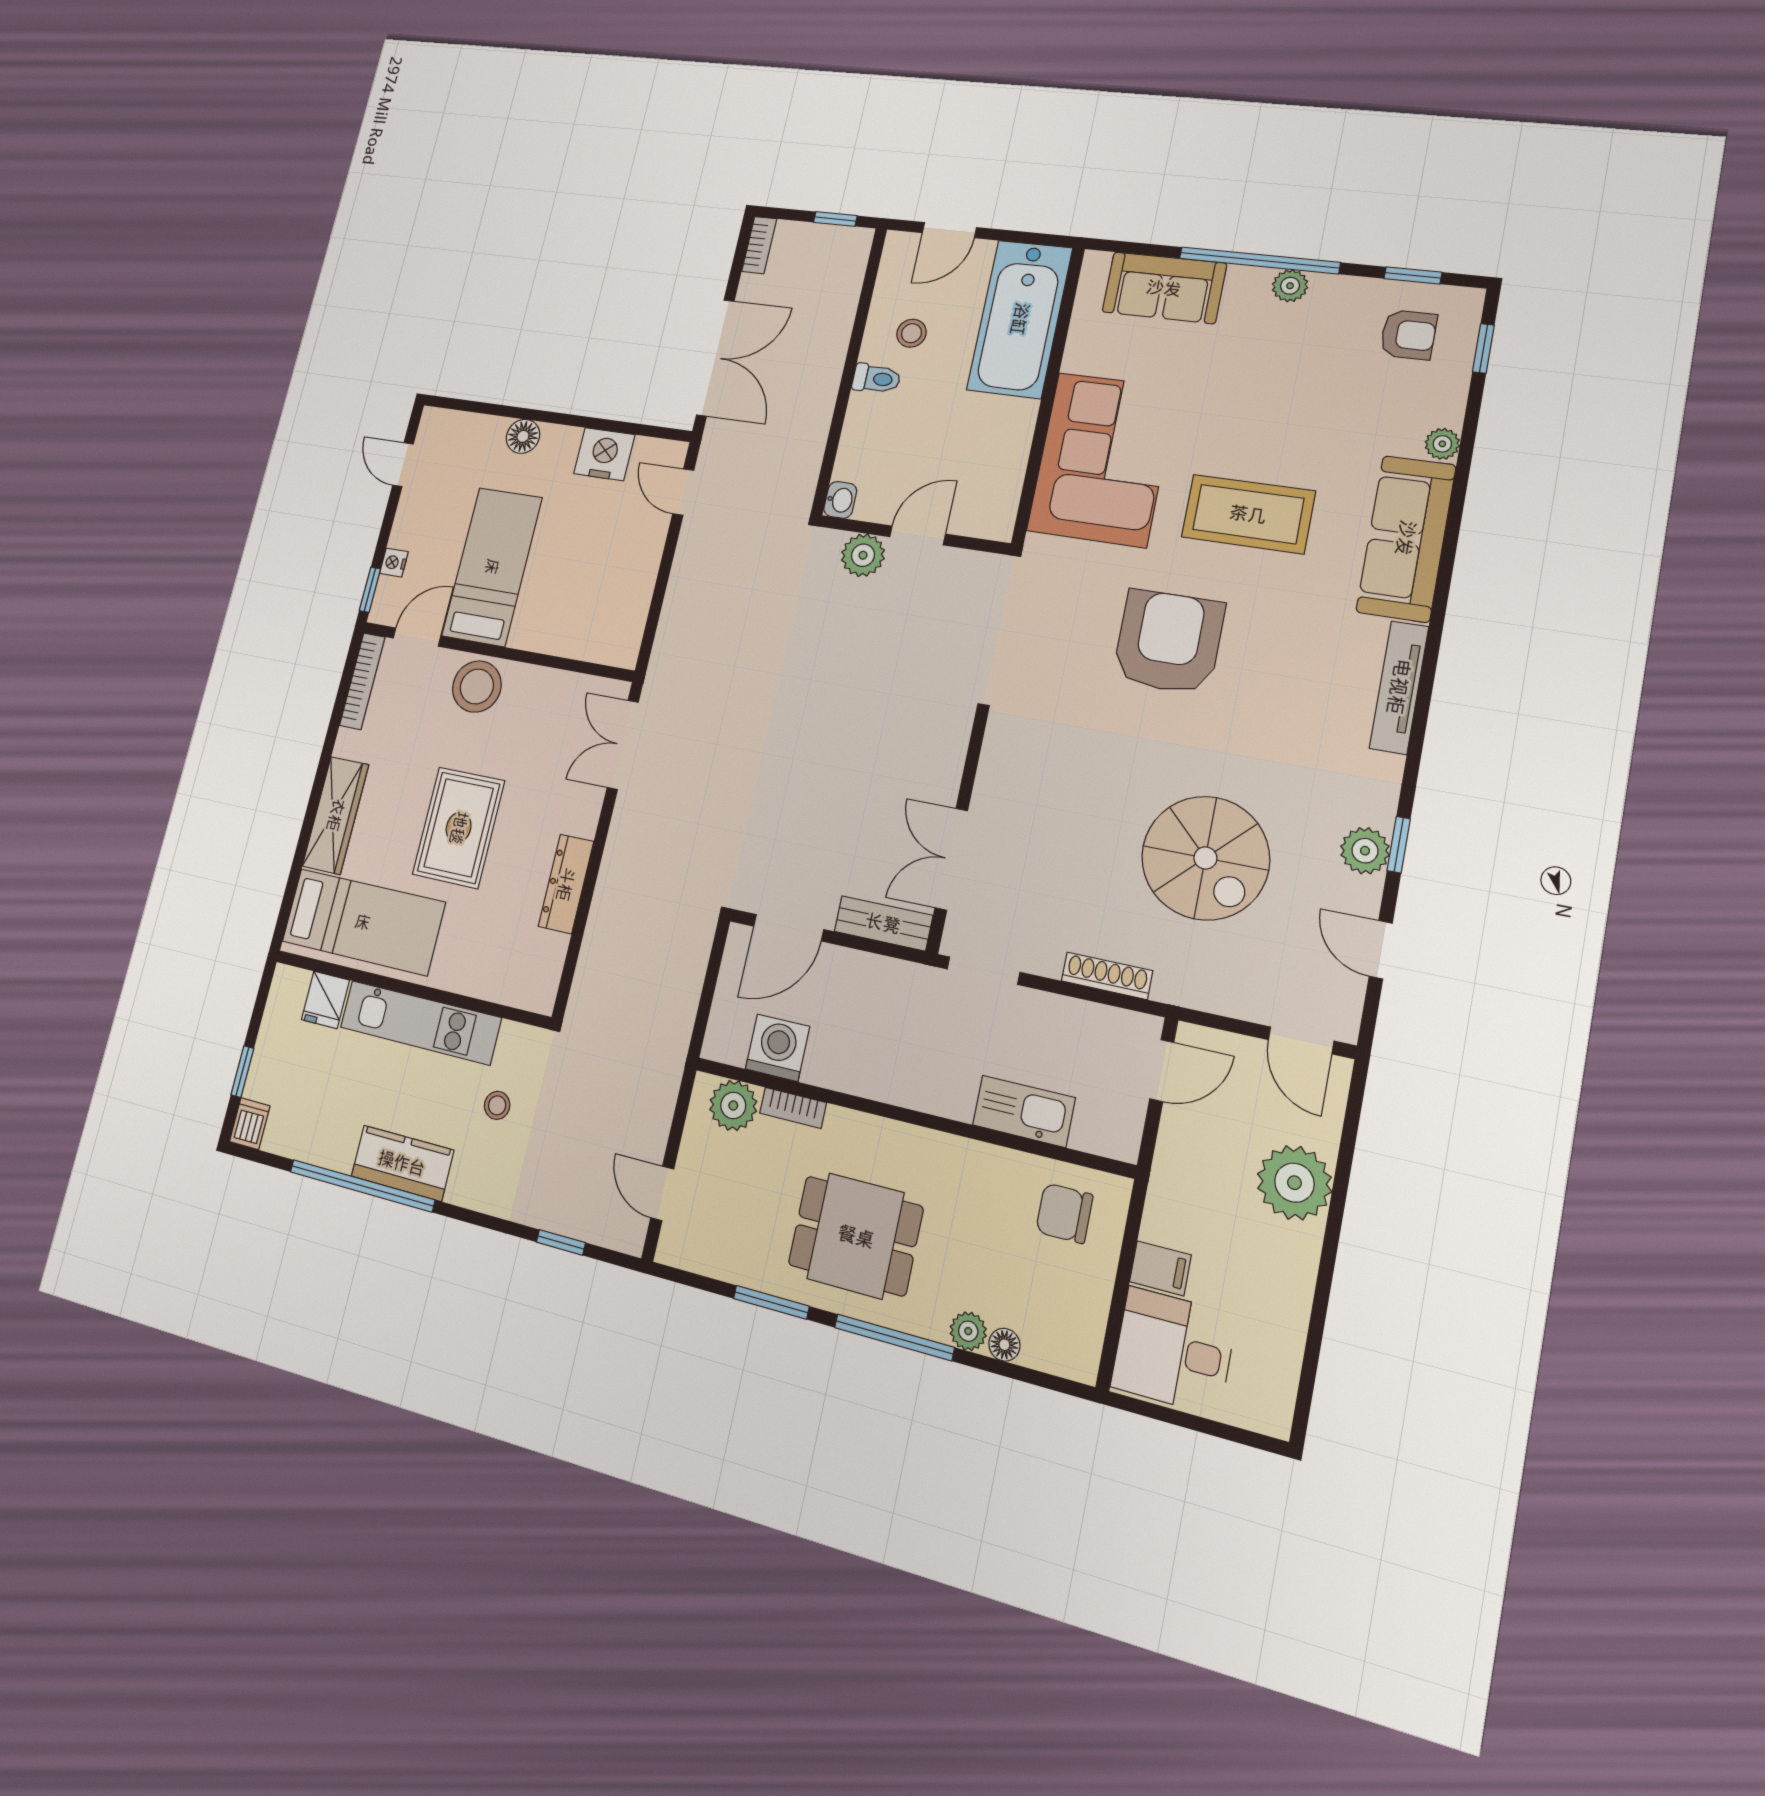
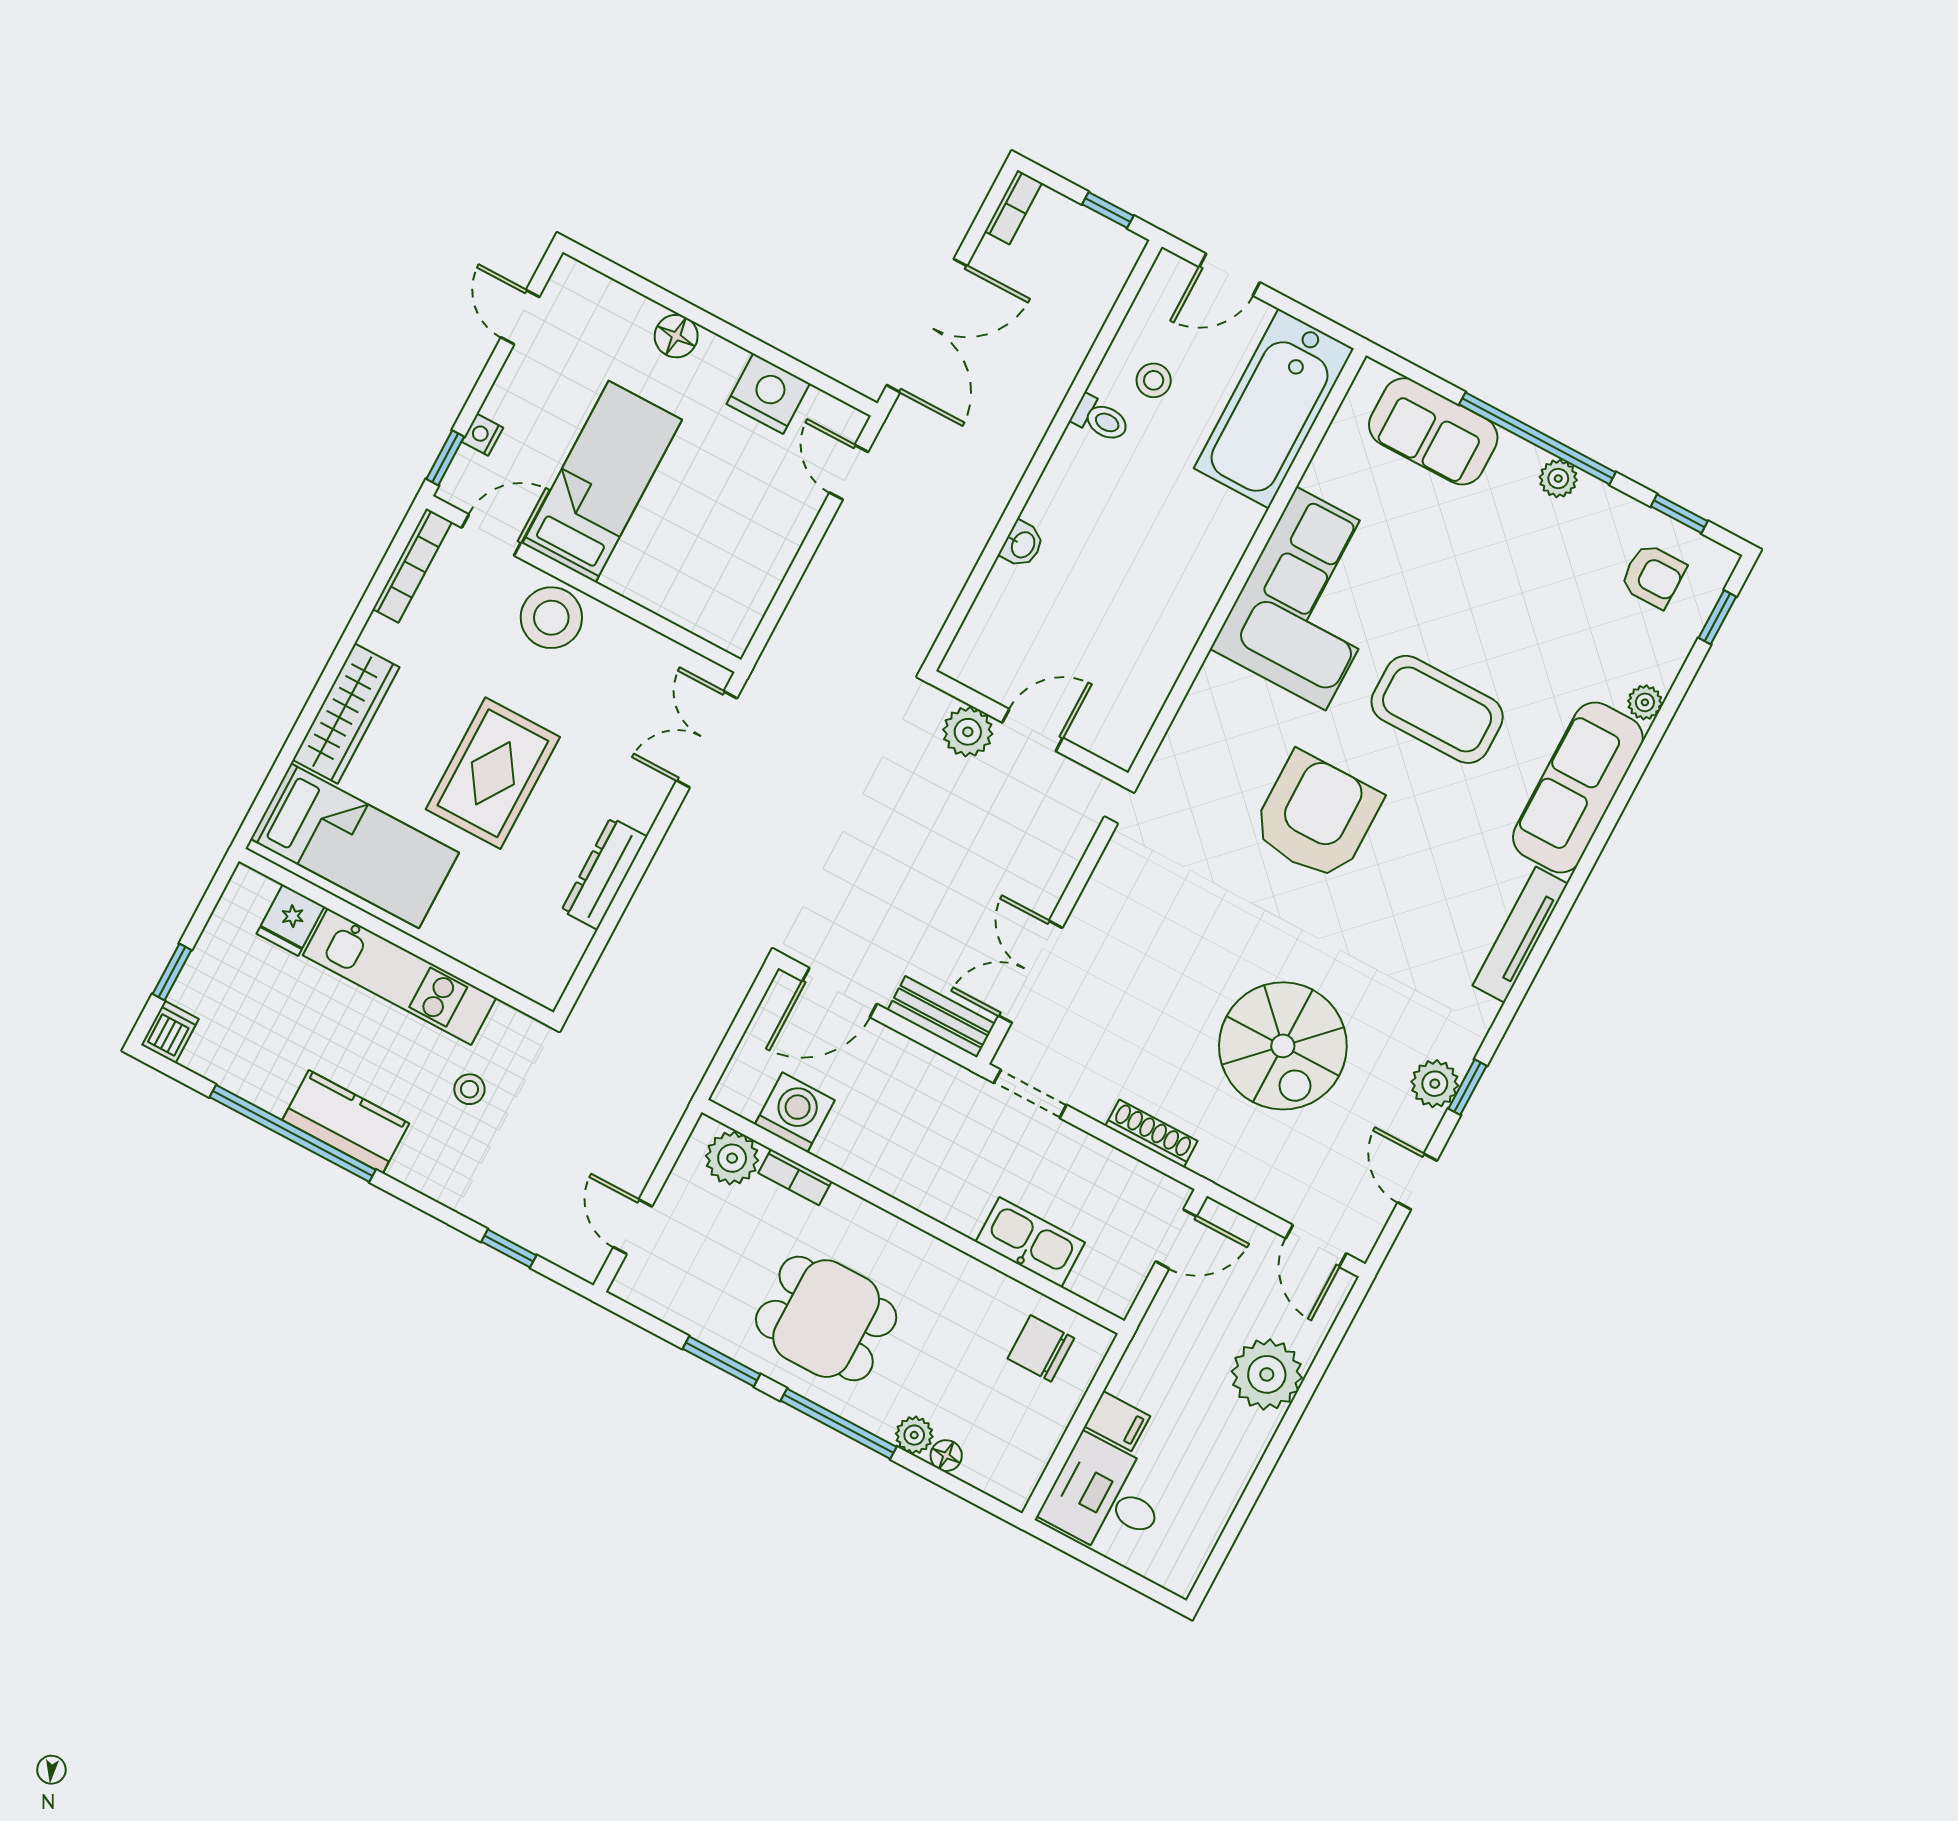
wall: (914, 535) -> (1029, 728), moved
door: (918, 535) -> (1033, 730), moved
plant: (863, 555) -> (968, 732), moved

